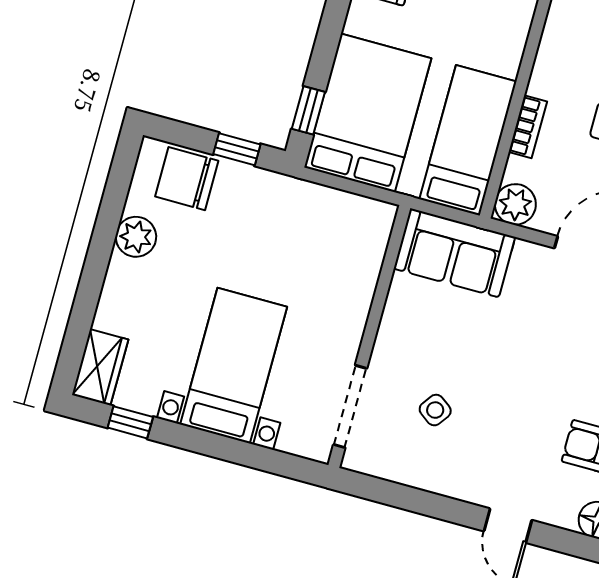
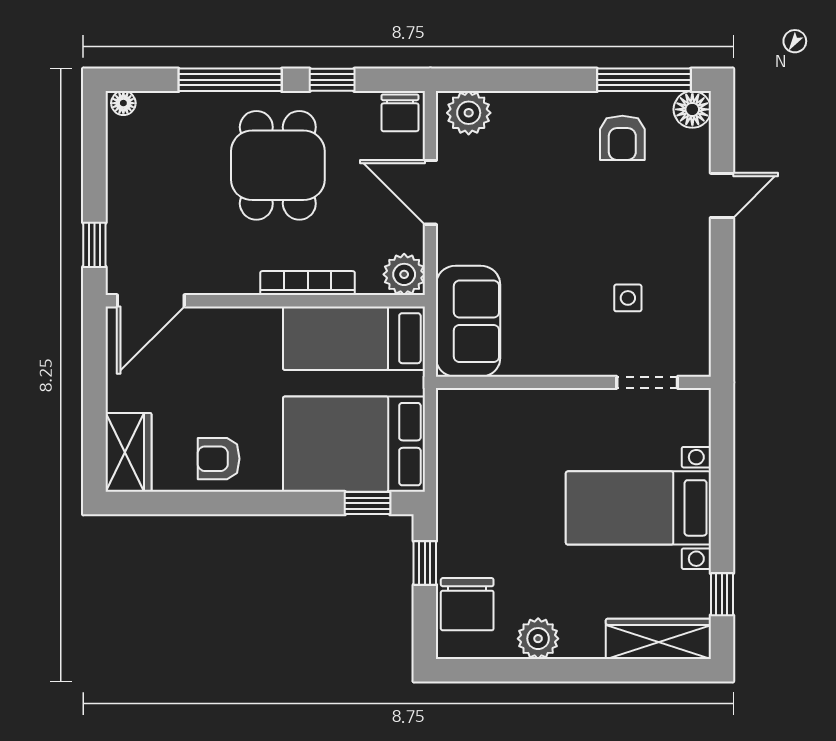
bookcase: (528, 127) -> (308, 283), width x1.56
wardrobe: (100, 367) -> (658, 639), width x1.50
doorway: (350, 406) -> (647, 382), width x0.73
side table: (435, 410) -> (628, 298), turned -36

